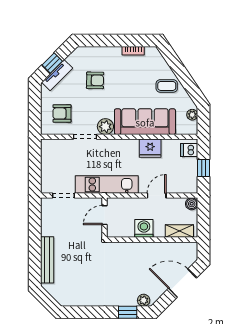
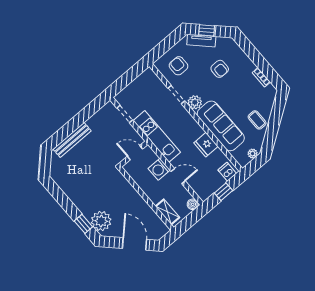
washing machine: (144, 228) -> (159, 169), moved, turned 180
plant: (144, 300) -> (101, 221), width x1.87, depth x1.87

